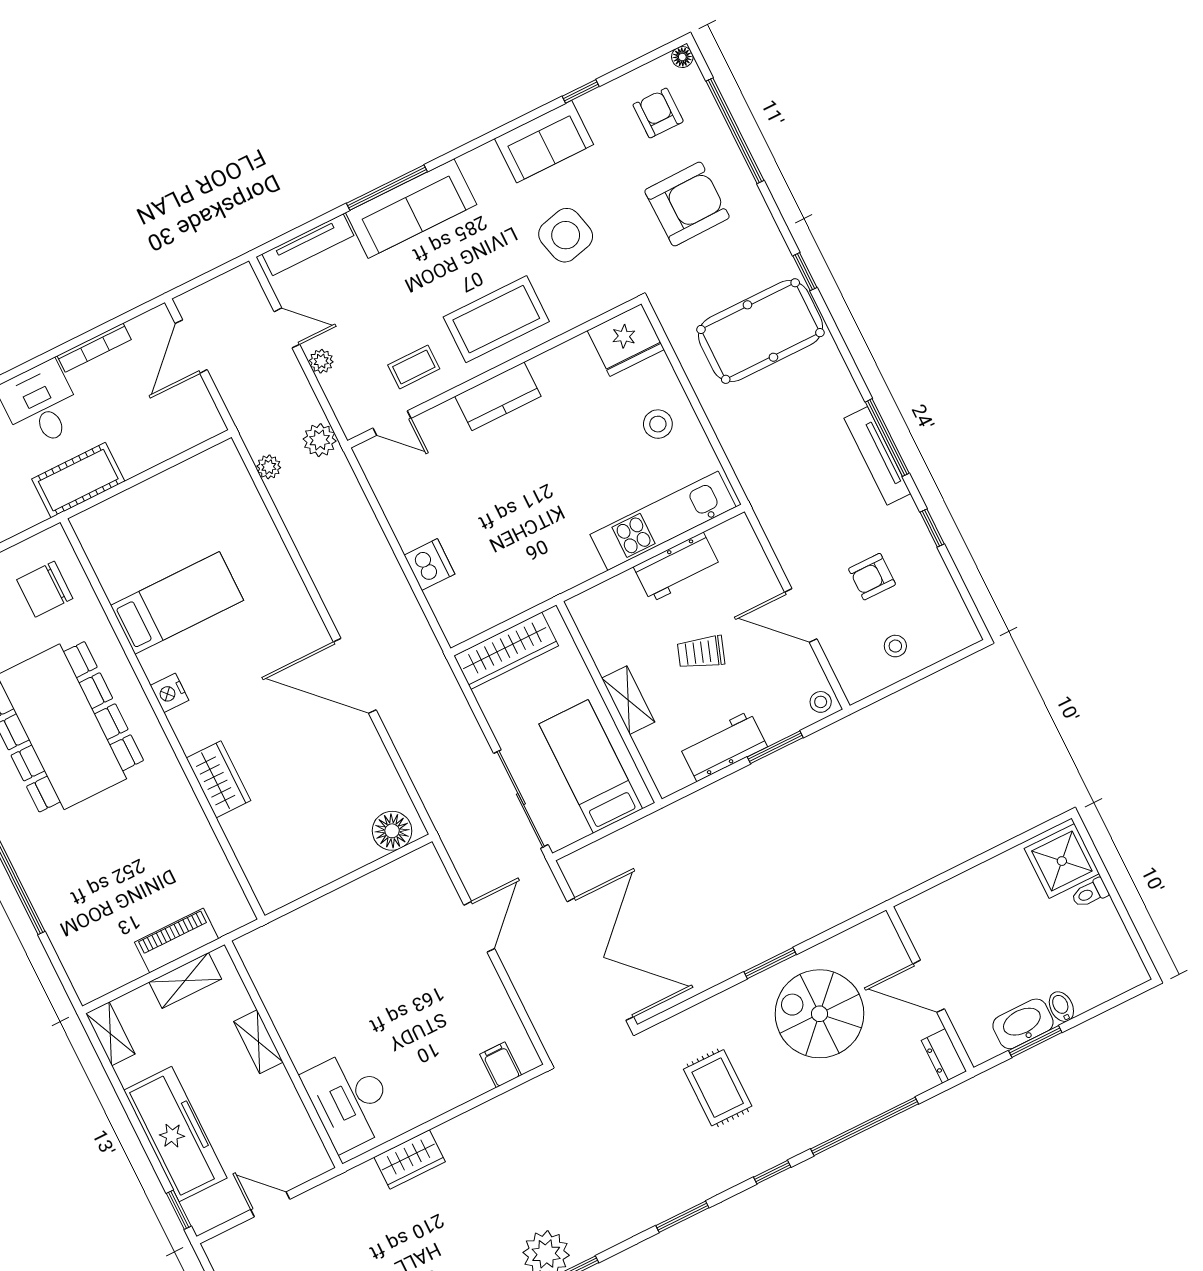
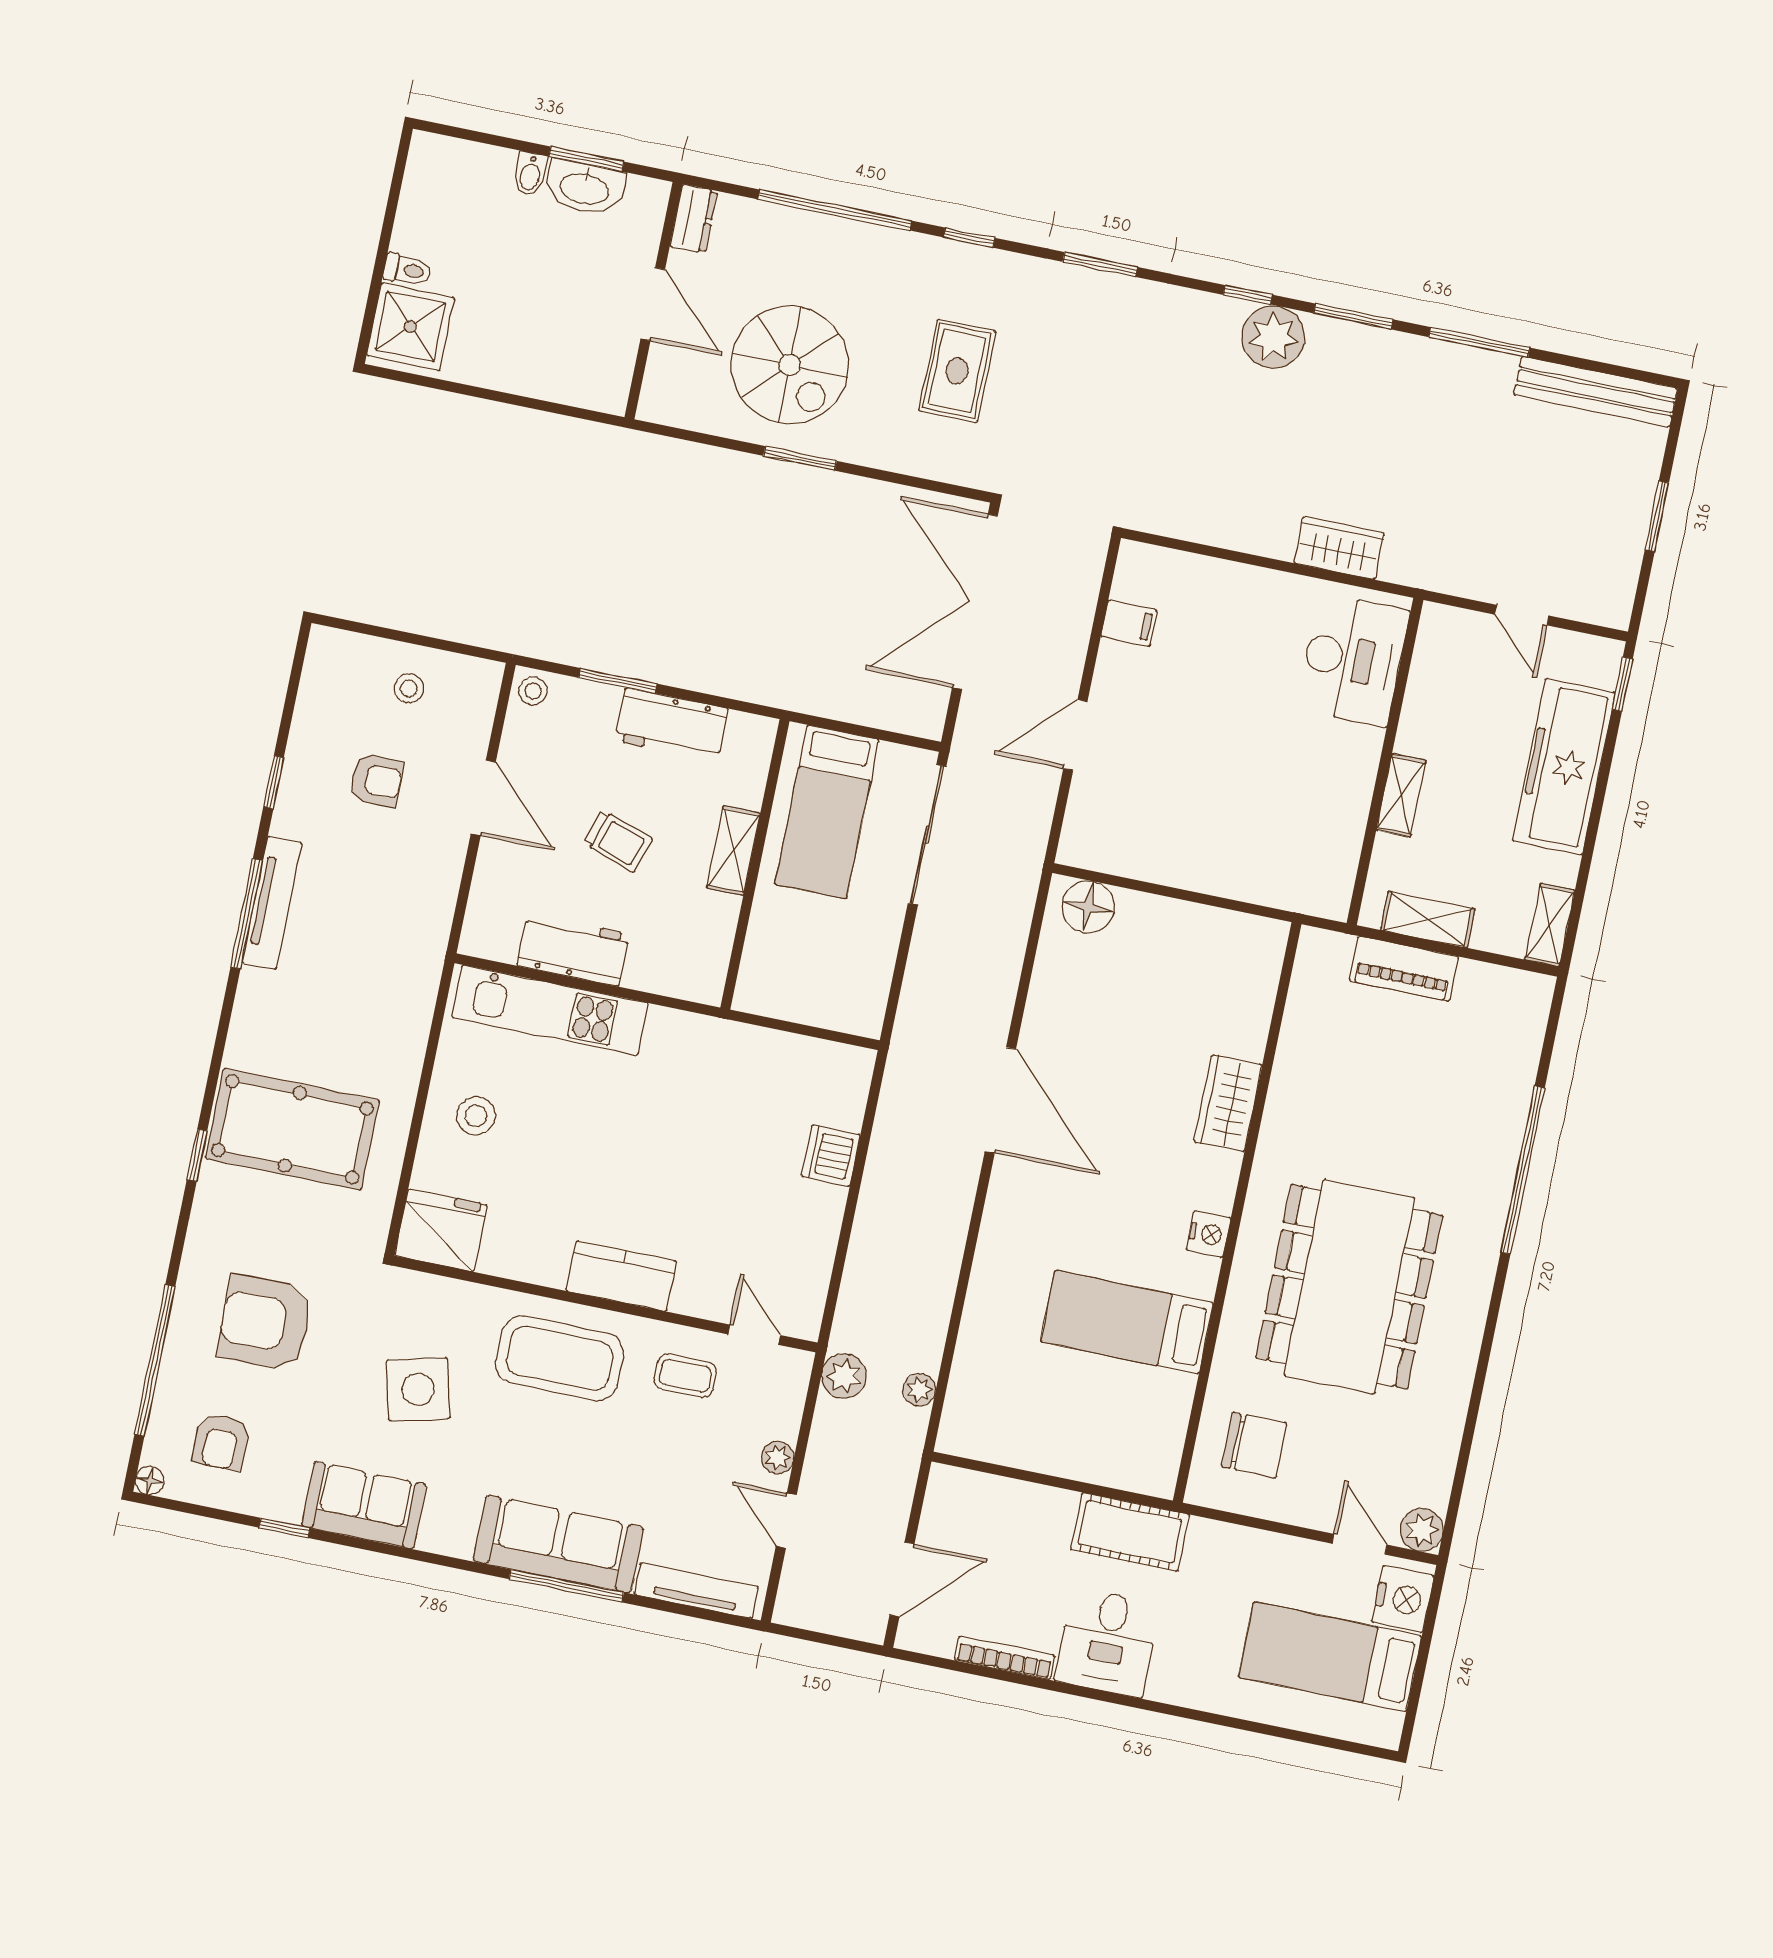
wardrobe: (506, 651) -> (821, 1002), removed
filing cabinet: (501, 1065) -> (1129, 623), moved, turned -90

